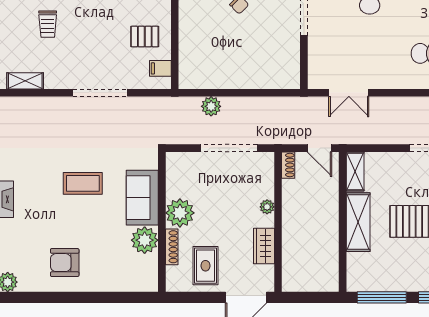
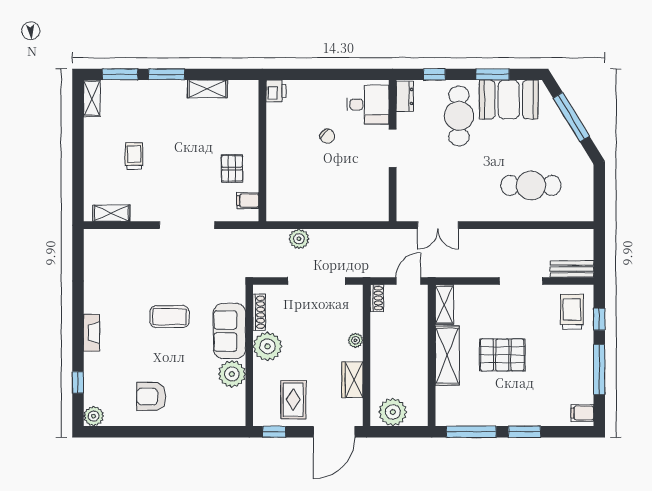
trolley: (48, 24) -> (134, 156), turned 180
pallet: (145, 37) -> (232, 168), turned 90
door: (320, 148) -> (408, 281), swing flipped
shoe rack: (172, 247) -> (259, 312), moved
plant: (304, 278) -> (393, 412), added
window: (187, 297) -> (274, 432), added

